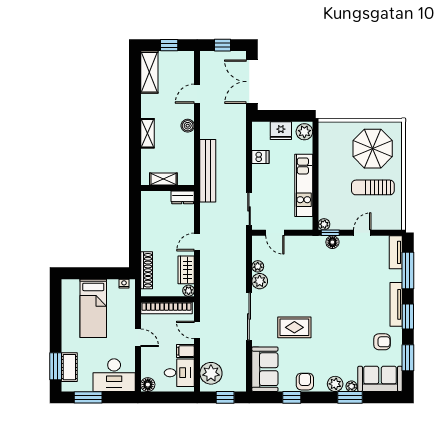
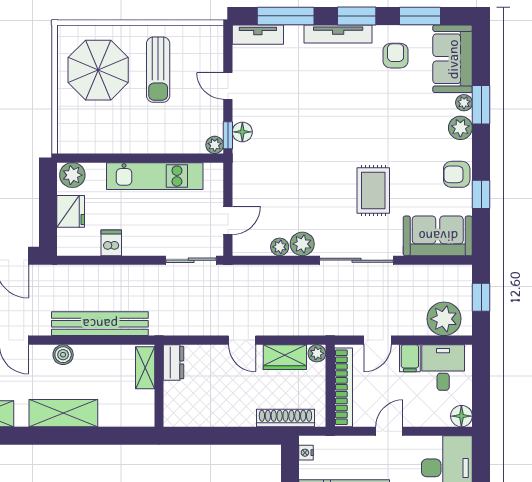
shelving: (147, 133) -> (63, 413), width x1.50, depth x1.33
bench: (208, 171) -> (100, 324), moved
shelving: (163, 179) -> (145, 368), moved

